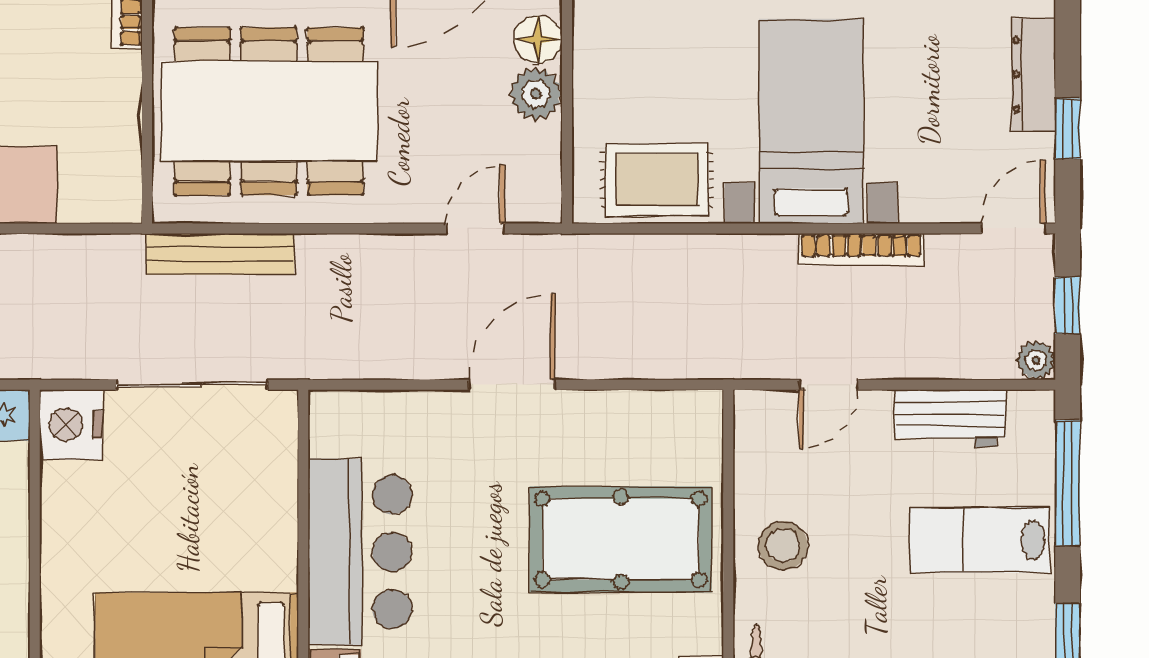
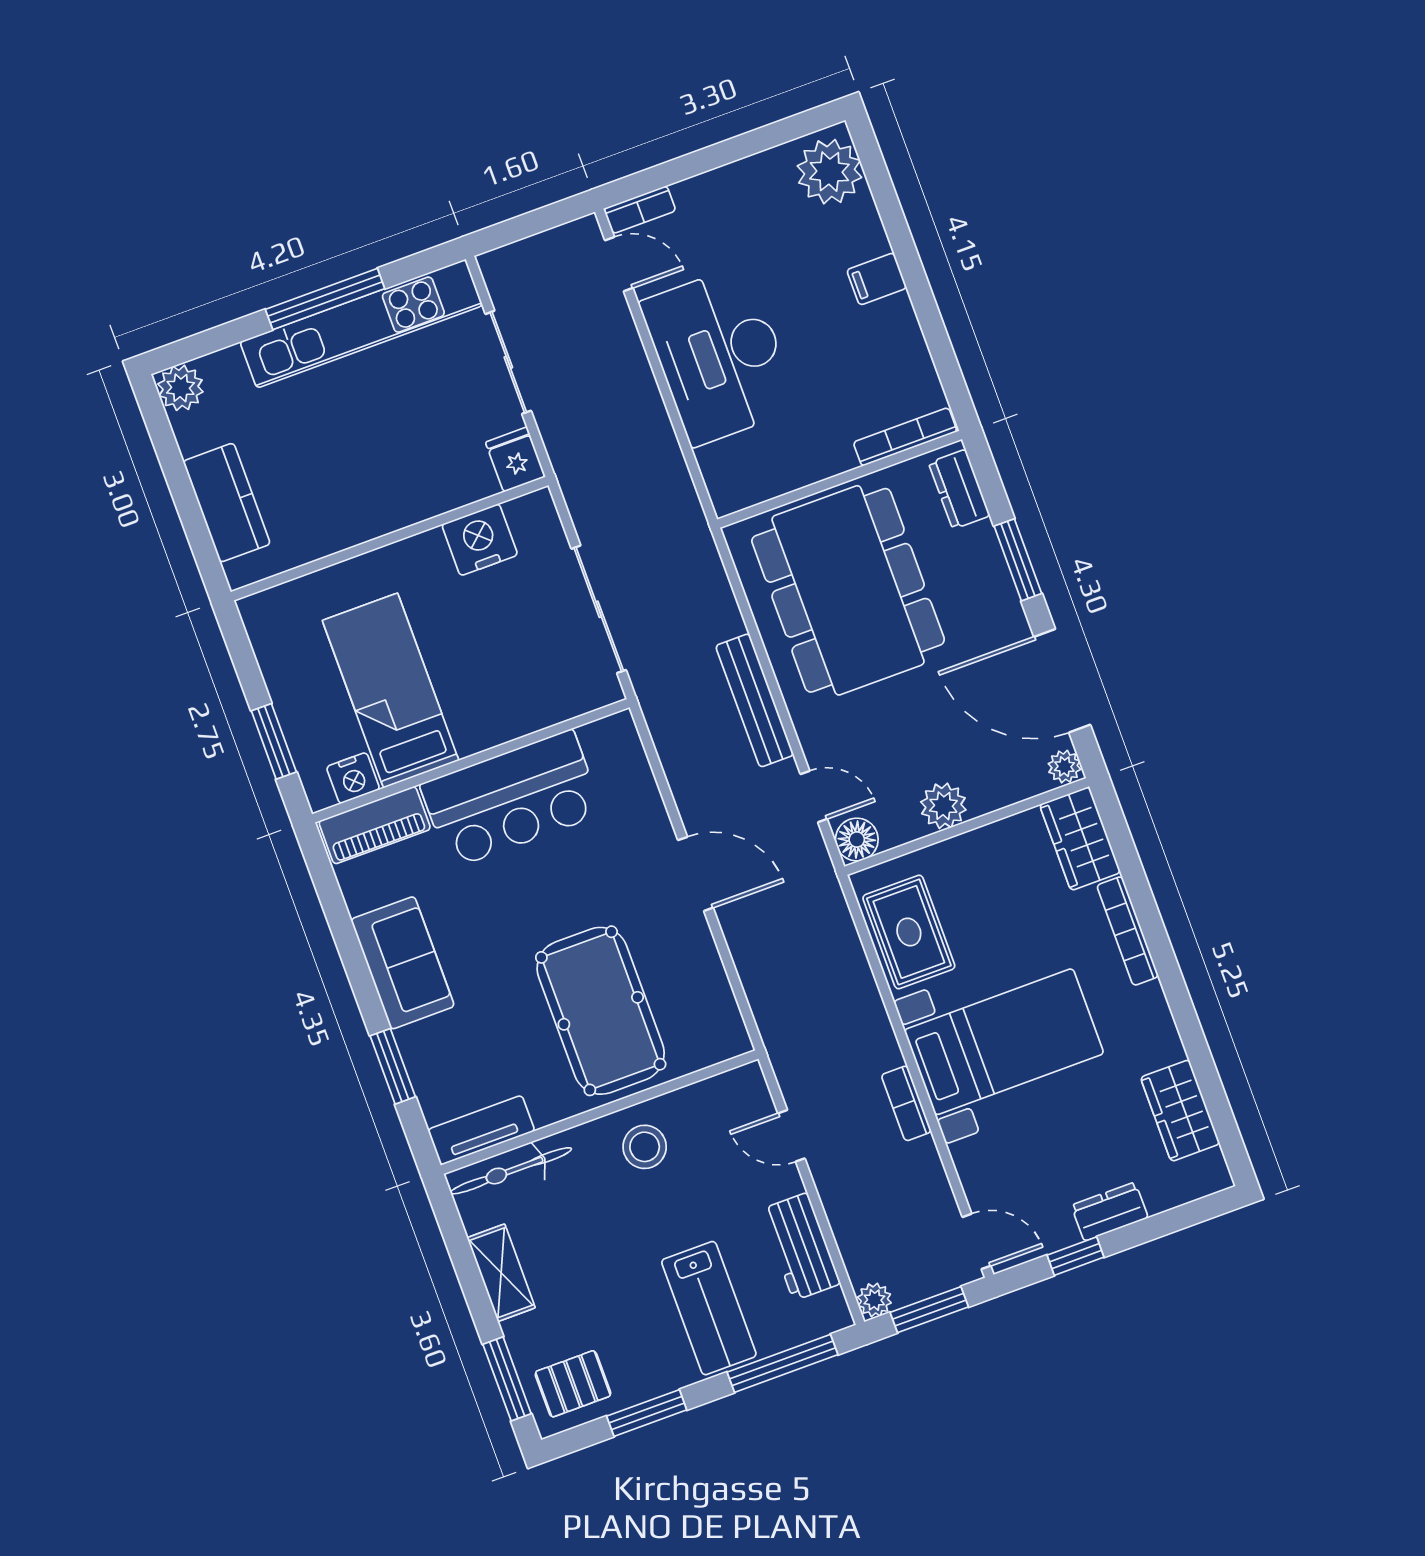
floor lamp: (538, 39) -> (857, 840), moved
dresser: (1034, 75) -> (1110, 1212), width x0.70
bookcase: (861, 249) -> (906, 1103), width x0.64
bench: (220, 254) -> (755, 700), moved
window: (1068, 306) -> (929, 1310), width x1.50
nightstand: (71, 425) -> (480, 540), moved
lab bench: (980, 540) -> (709, 1308), turned 180

